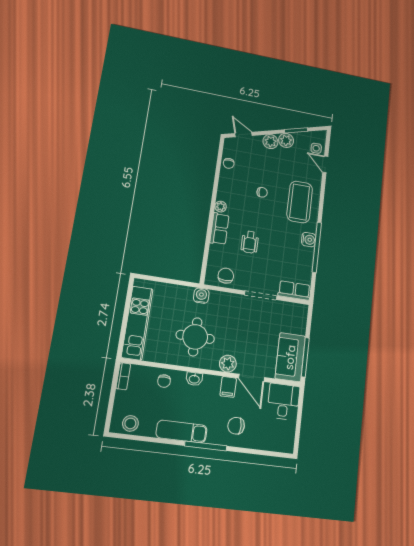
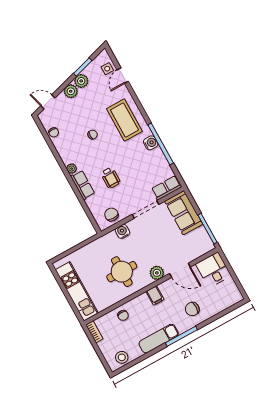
door: (325, 164) -> (123, 76), hinge flipped
water cooler: (201, 296) -> (122, 231), moved
sofa: (290, 357) -> (184, 213), moved
washbasin: (194, 379) -> (142, 299), removed
filing cabinet: (228, 387) -> (155, 295), moved

